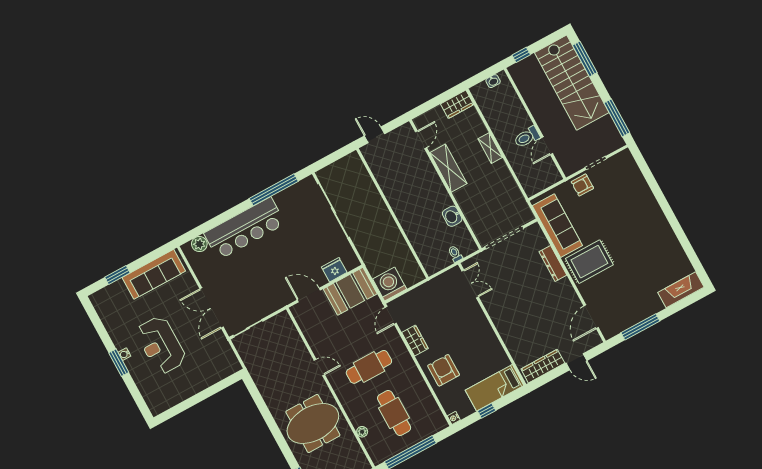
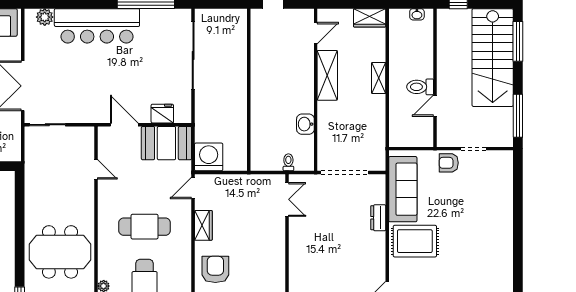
dresser: (553, 263) -> (378, 218), width x0.70
door: (319, 368) -> (96, 169), moved

